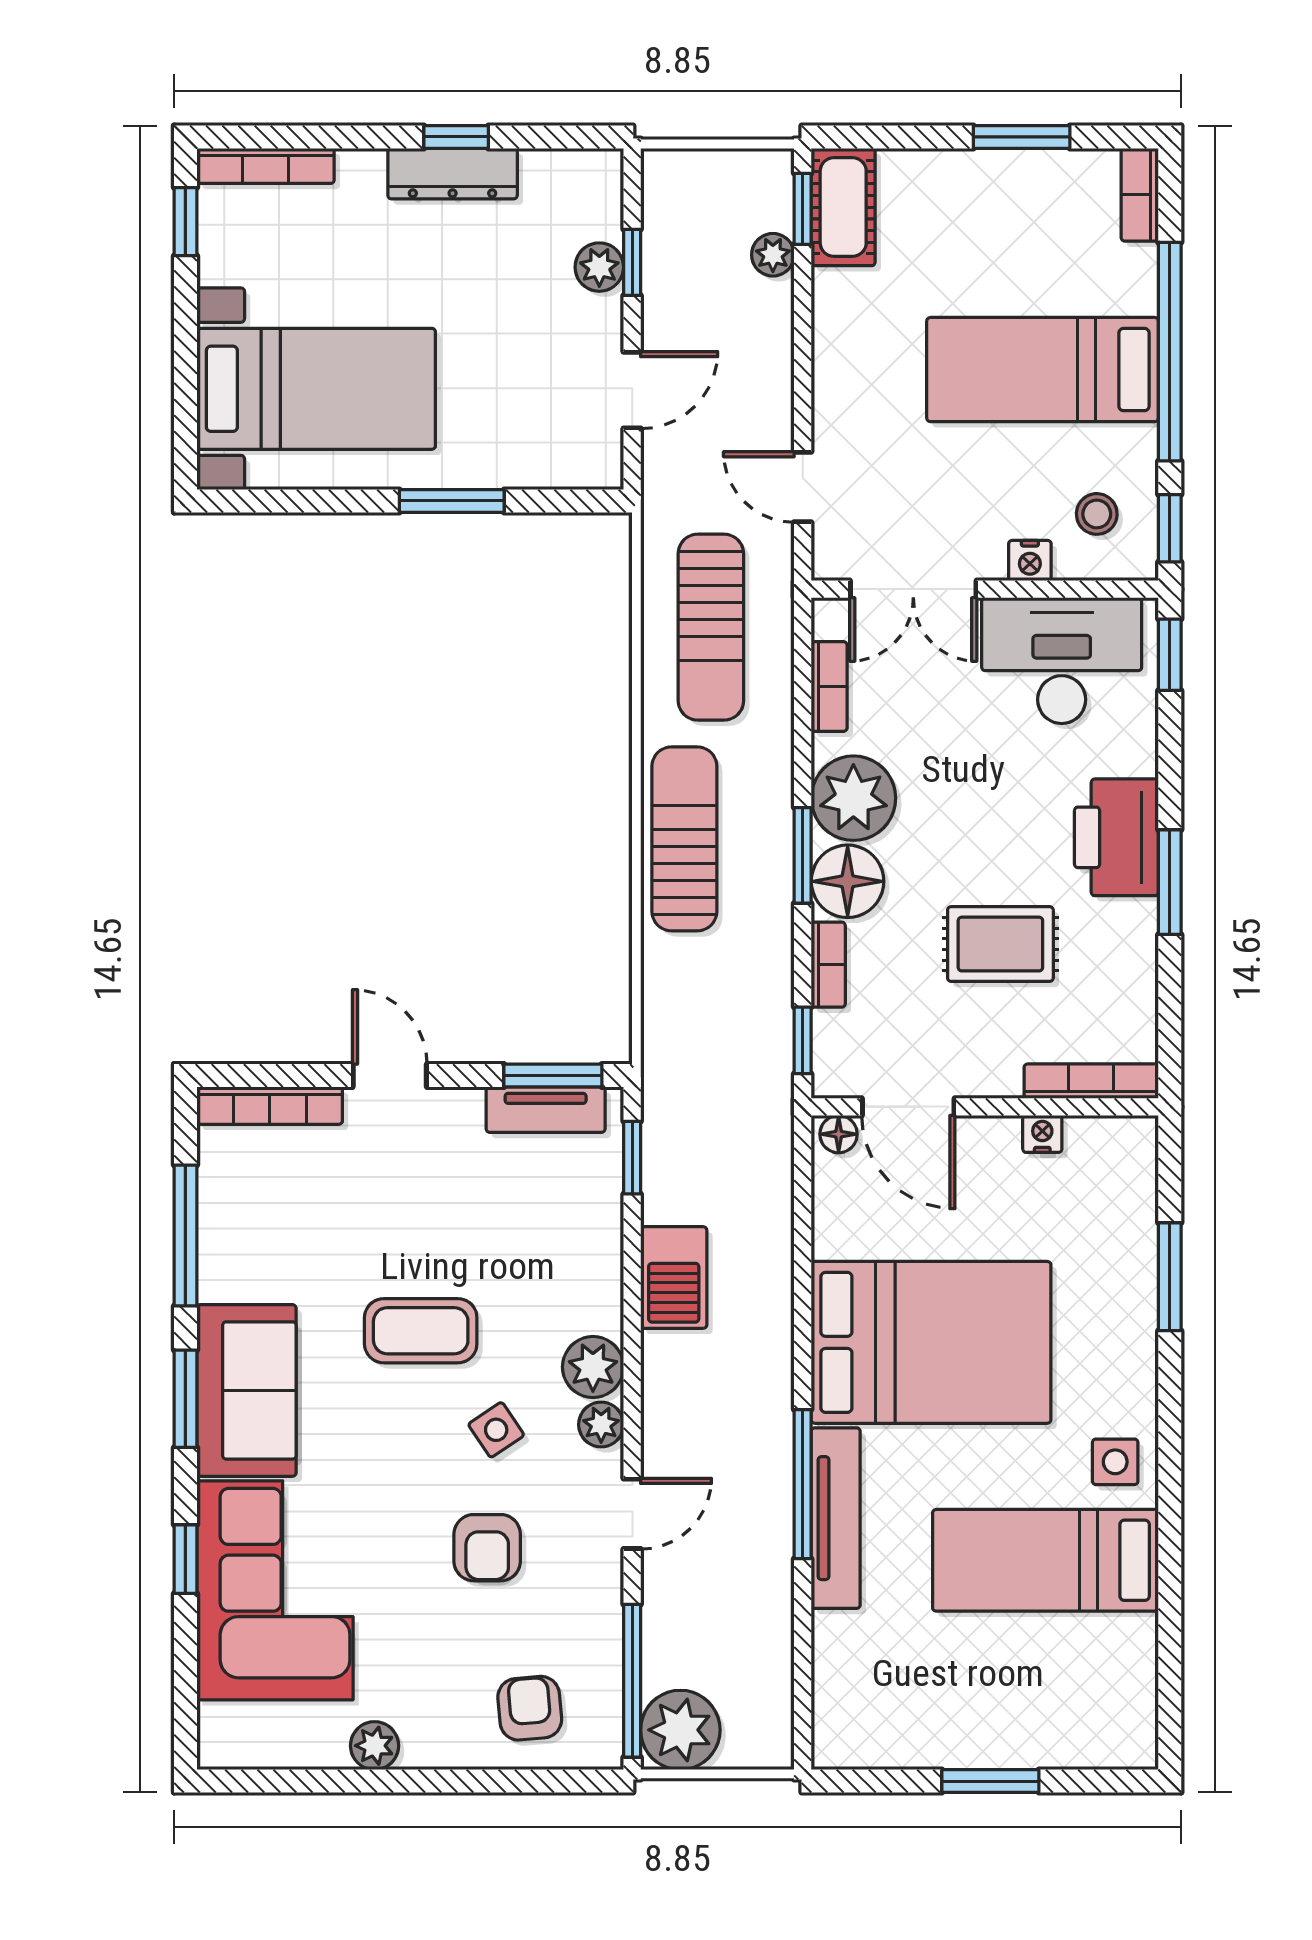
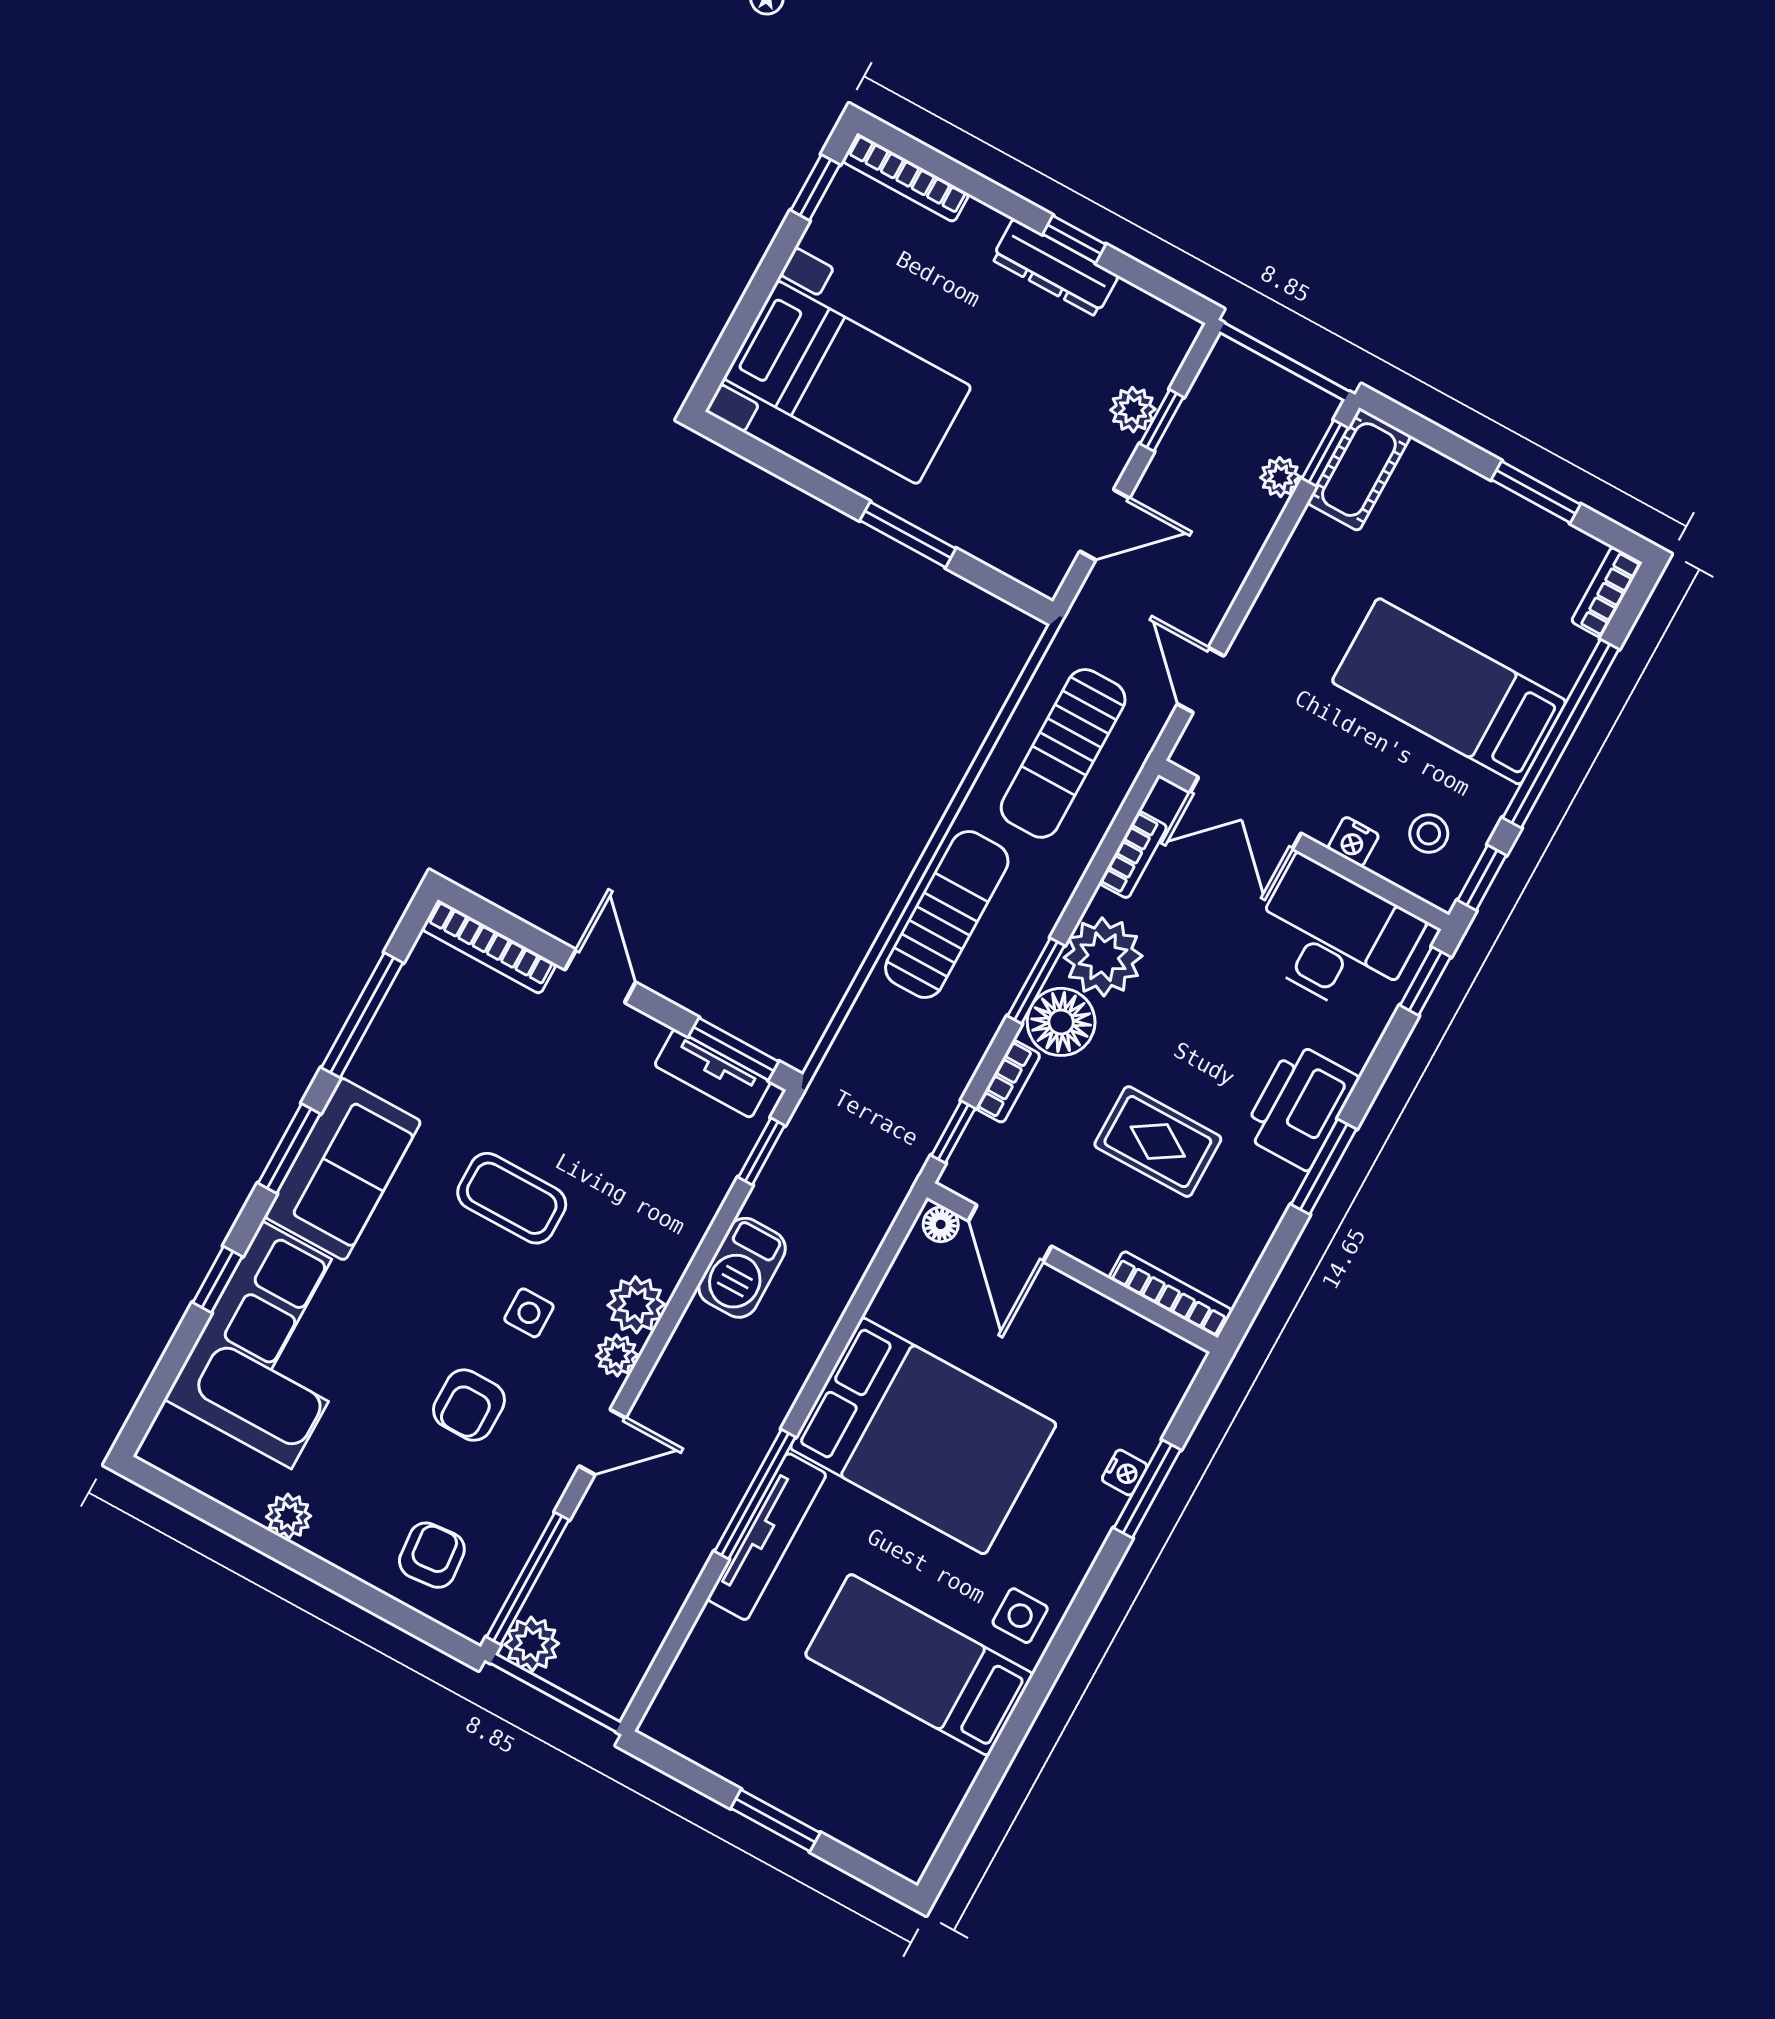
nightstand: (1042, 1134) -> (1125, 1472), moved, turned 90
side table: (496, 1430) -> (529, 1313), turned 34
plant: (680, 1730) -> (532, 1644), width x0.73, depth x0.73

